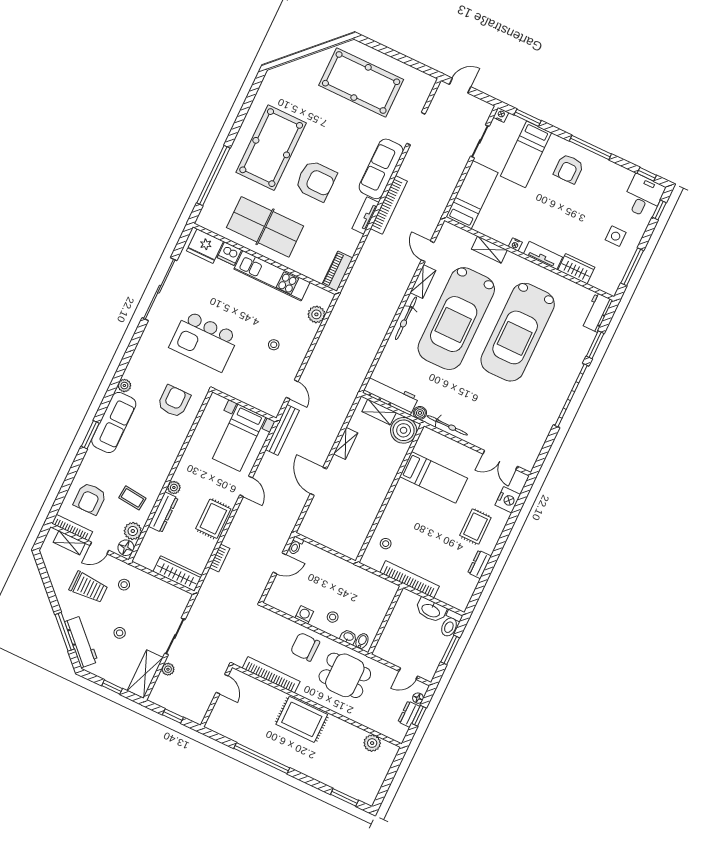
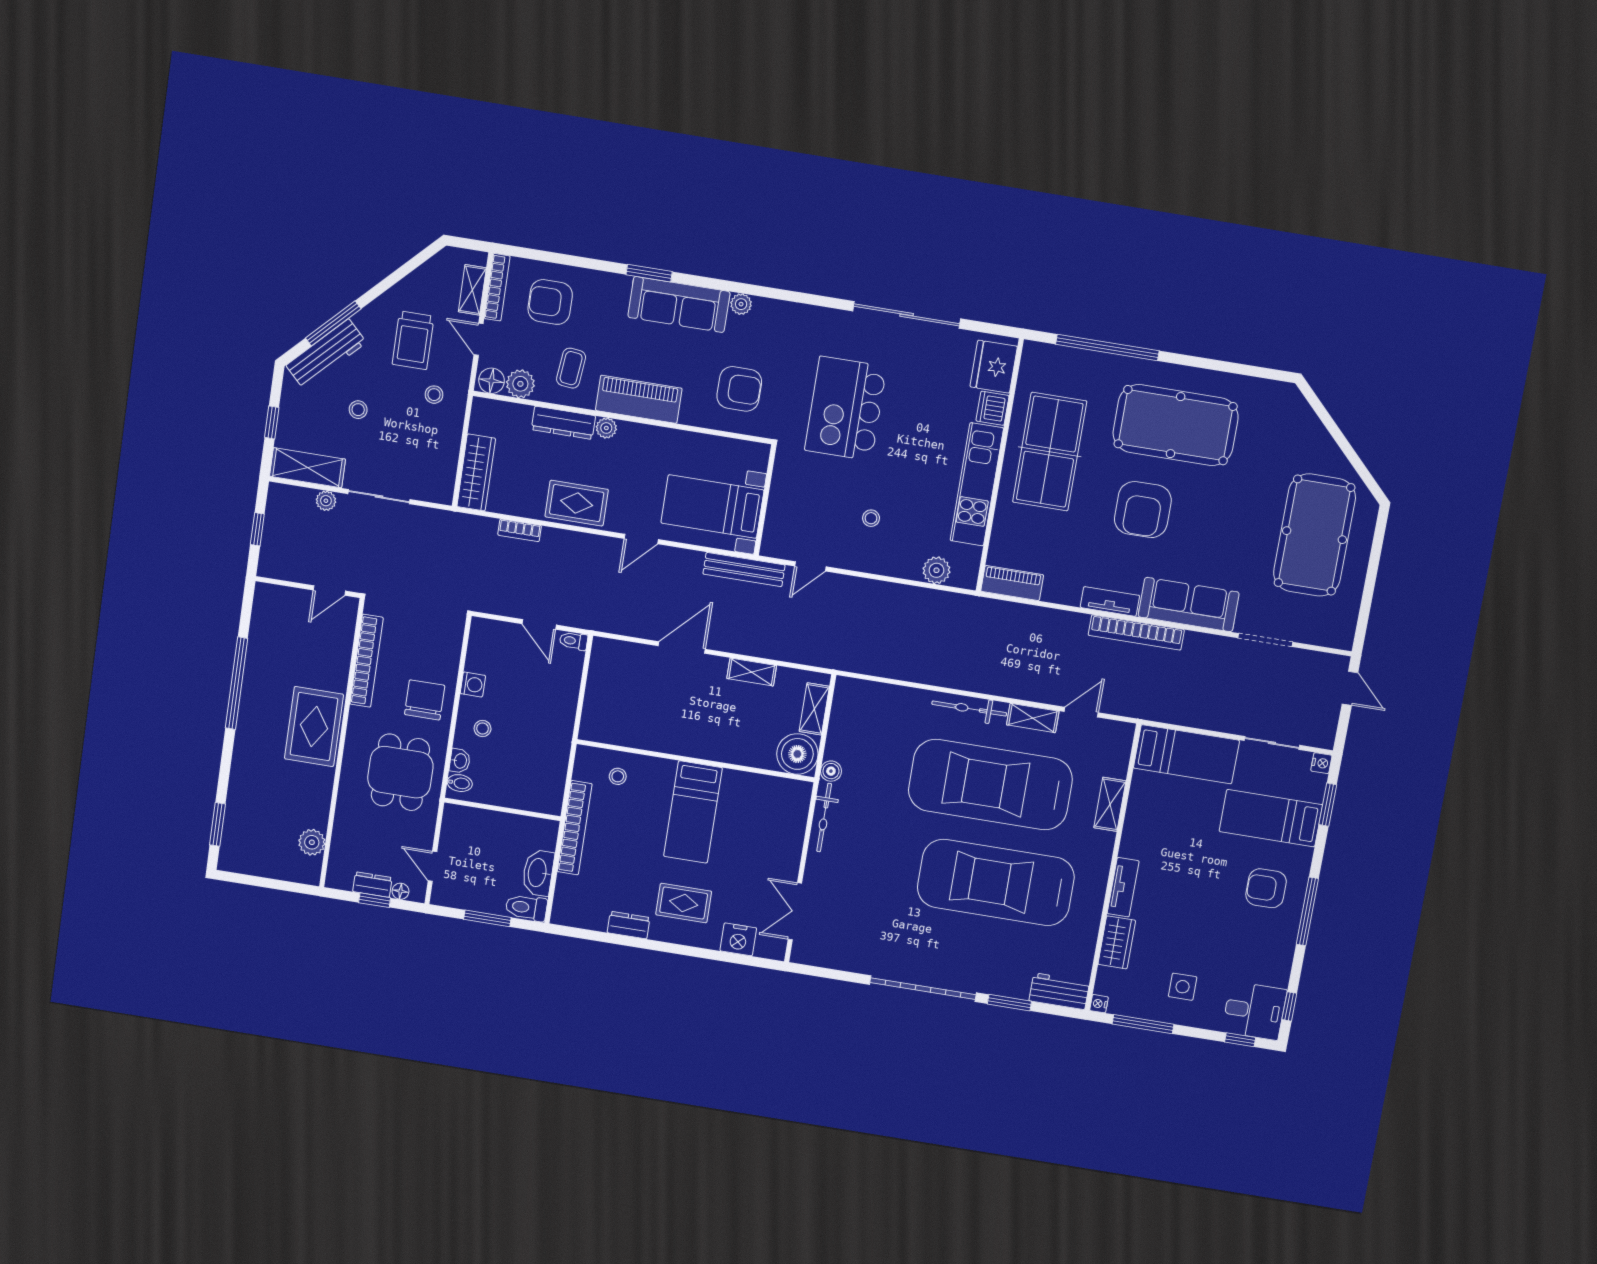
nightstand: (515, 244) -> (1099, 1004), moved
workbench: (390, 395) -> (845, 719), removed
piano: (163, 463) -> (639, 399), added
bed: (434, 477) -> (693, 812), moved

